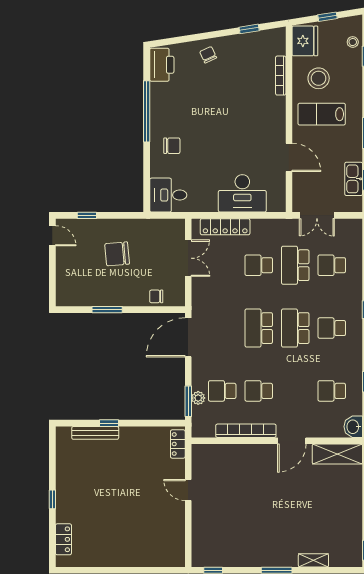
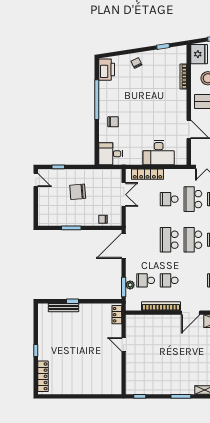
locker: (63, 539) -> (43, 376), width x1.53

